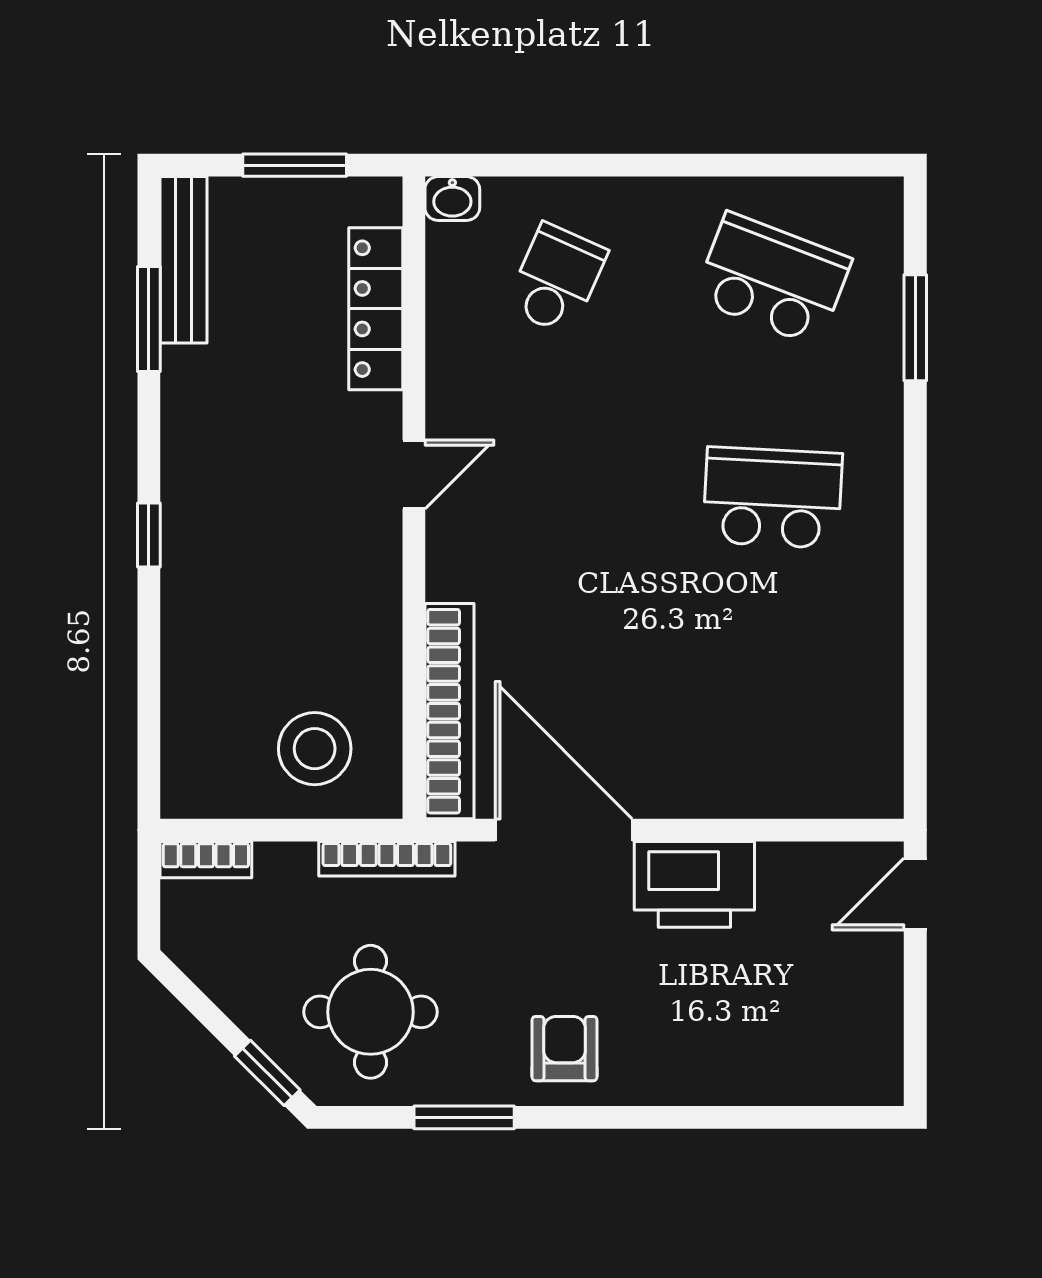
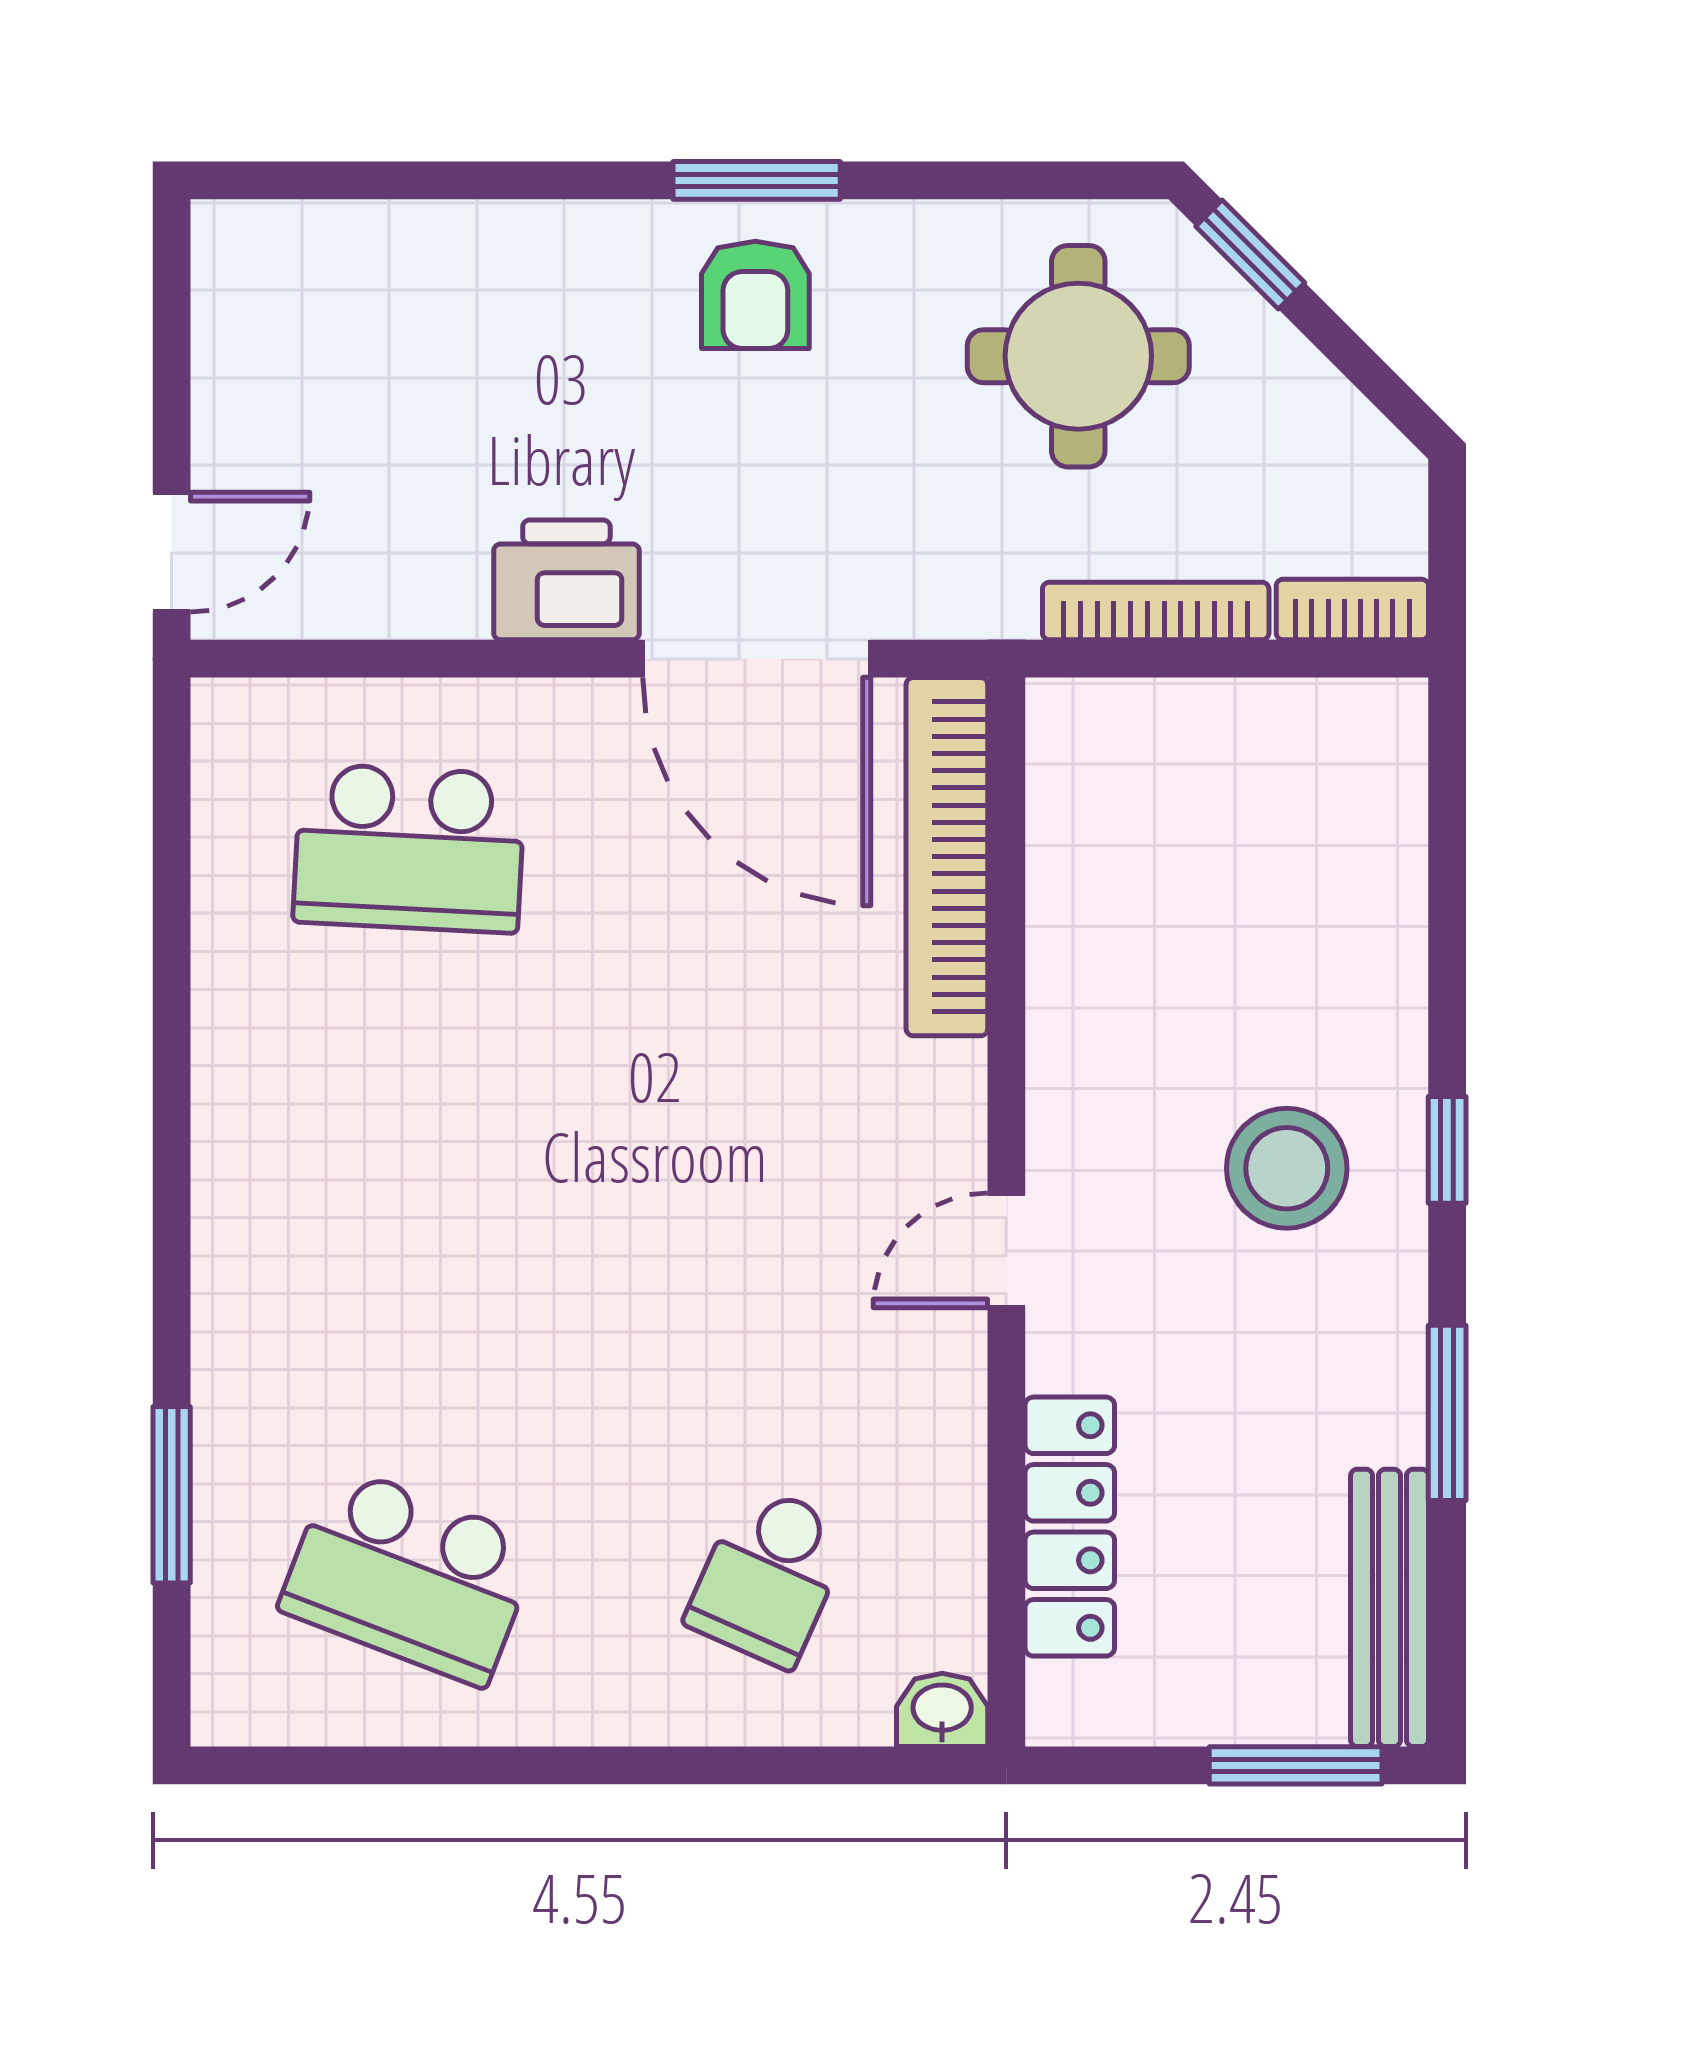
window: (295, 165) -> (1296, 1765), moved
window: (149, 319) -> (1447, 1413), moved
school desk: (773, 498) -> (409, 848), moved
stool: (315, 749) -> (1287, 1168), moved
bookcase: (387, 859) -> (1156, 611), moved
printer: (694, 884) -> (566, 580), width x0.73, depth x0.84
window: (464, 1117) -> (757, 180), moved

